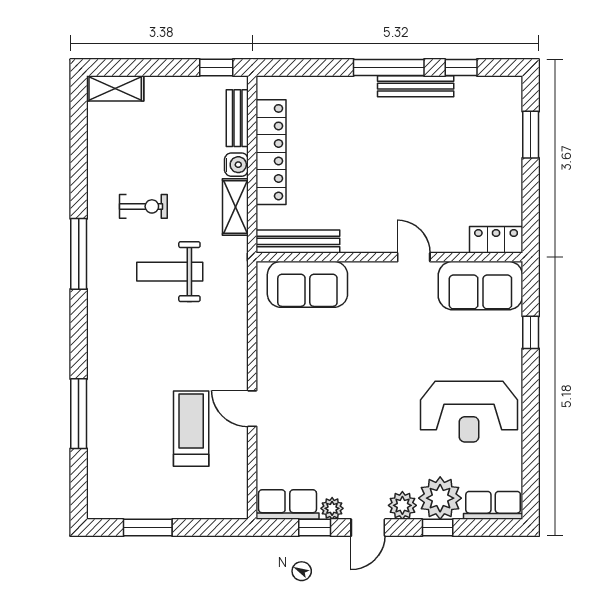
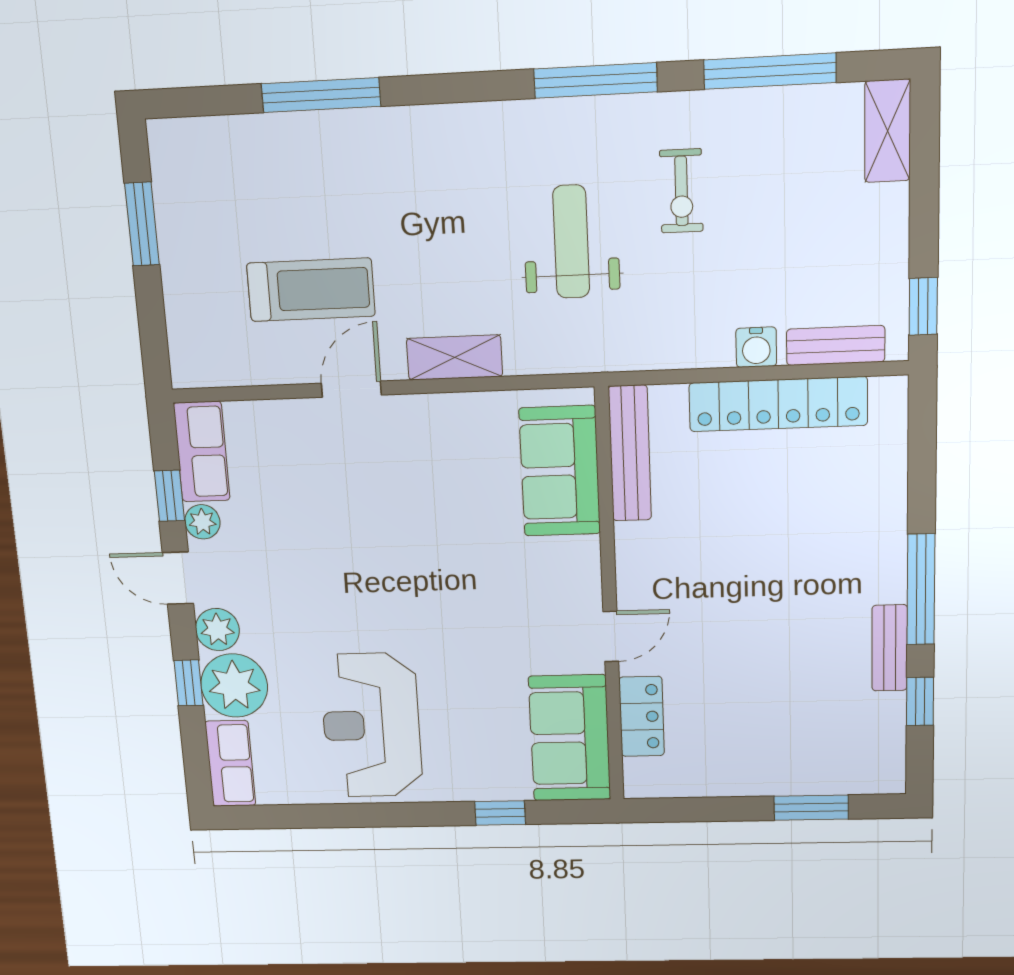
bench: (416, 86) -> (890, 648), width x0.73
window: (79, 155) -> (770, 71), added
shelving: (235, 207) -> (455, 357), moved
locker: (496, 240) -> (642, 716), moved

